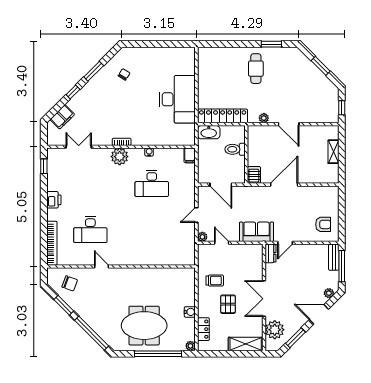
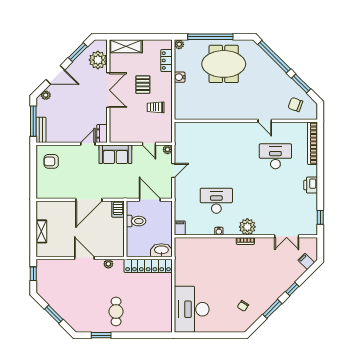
desk: (177, 99) -> (192, 309), moved
filing cabinet: (62, 117) -> (306, 261), width x0.50
toilet: (235, 149) -> (136, 221), moved

